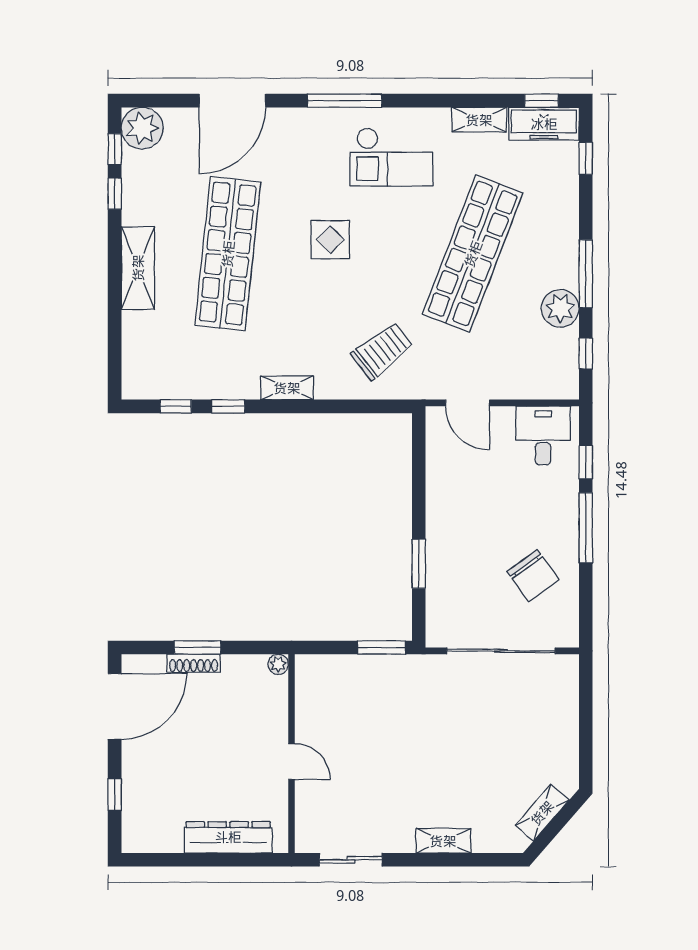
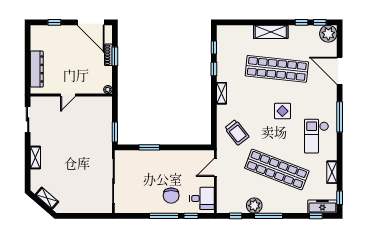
freezer: (544, 124) -> (322, 207), moved, turned 90
chair: (533, 576) -> (171, 196), moved, turned -54

